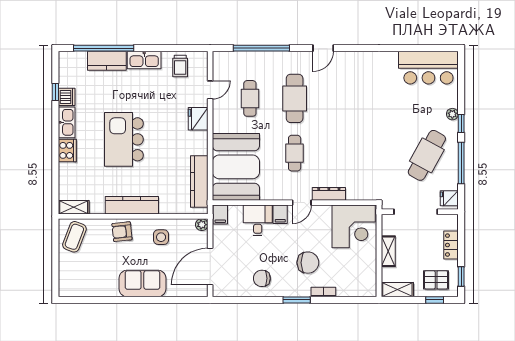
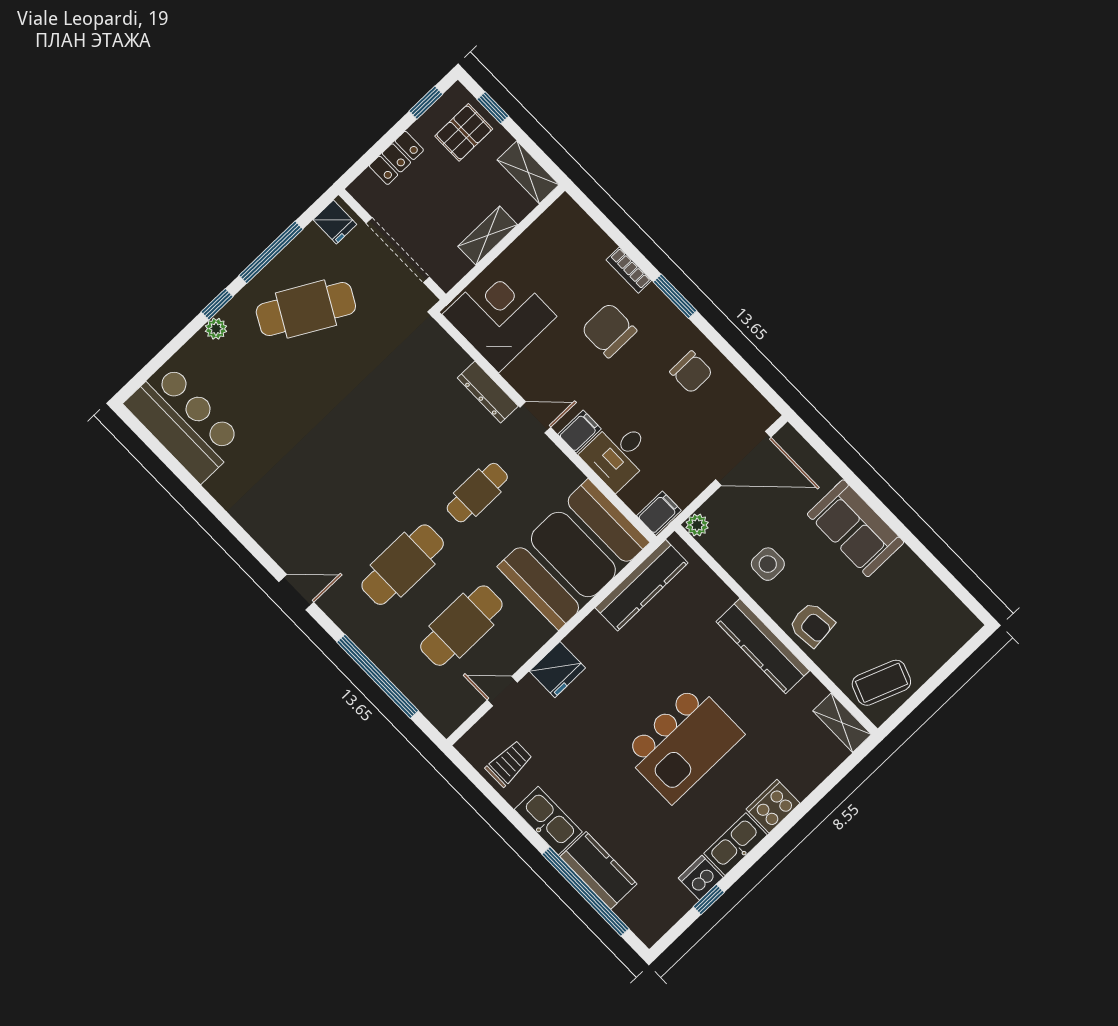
cafe table: (250, 98) -> (461, 626), width x1.37, depth x1.35
pallet: (436, 280) -> (464, 132), turned 90

